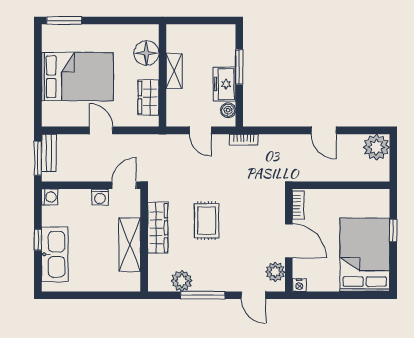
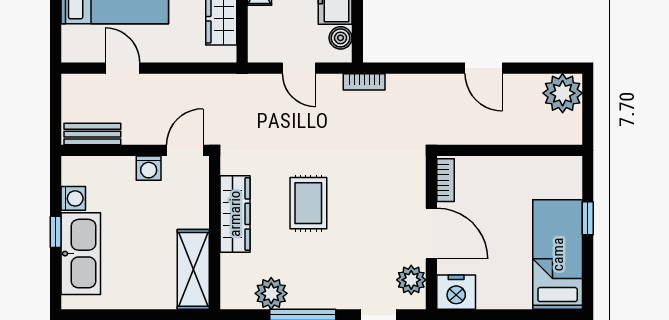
door: (101, 130) -> (122, 68), moved
bench: (49, 153) -> (92, 134), moved, turned 90
window: (38, 158) -> (56, 110), removed
washing machine: (50, 197) -> (73, 198), moved
shelving: (130, 245) -> (193, 269), moved
bed: (365, 255) -> (558, 254), width x0.67
nightstand: (299, 285) -> (456, 292), width x1.89, depth x1.79

